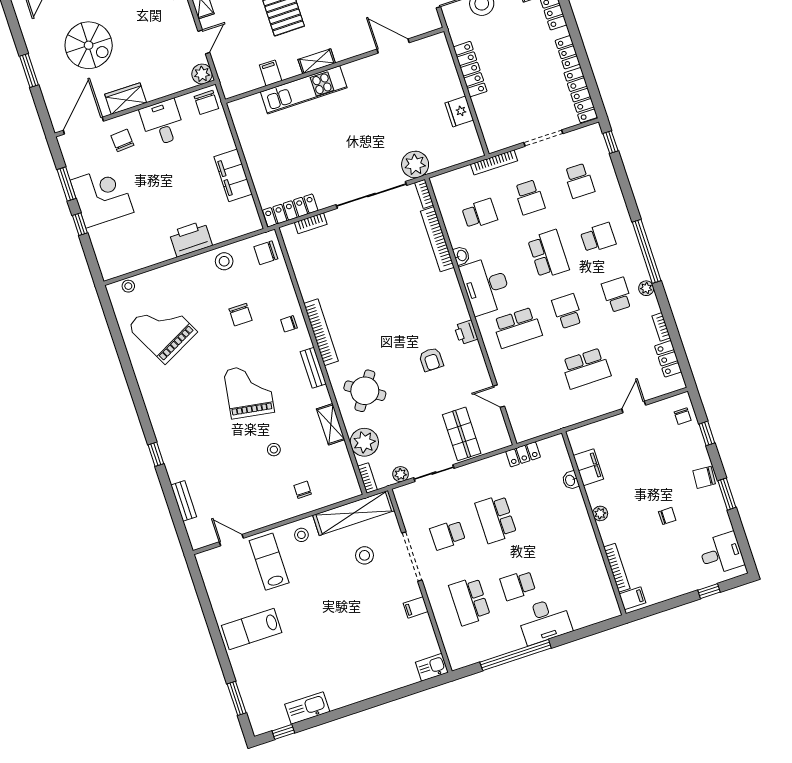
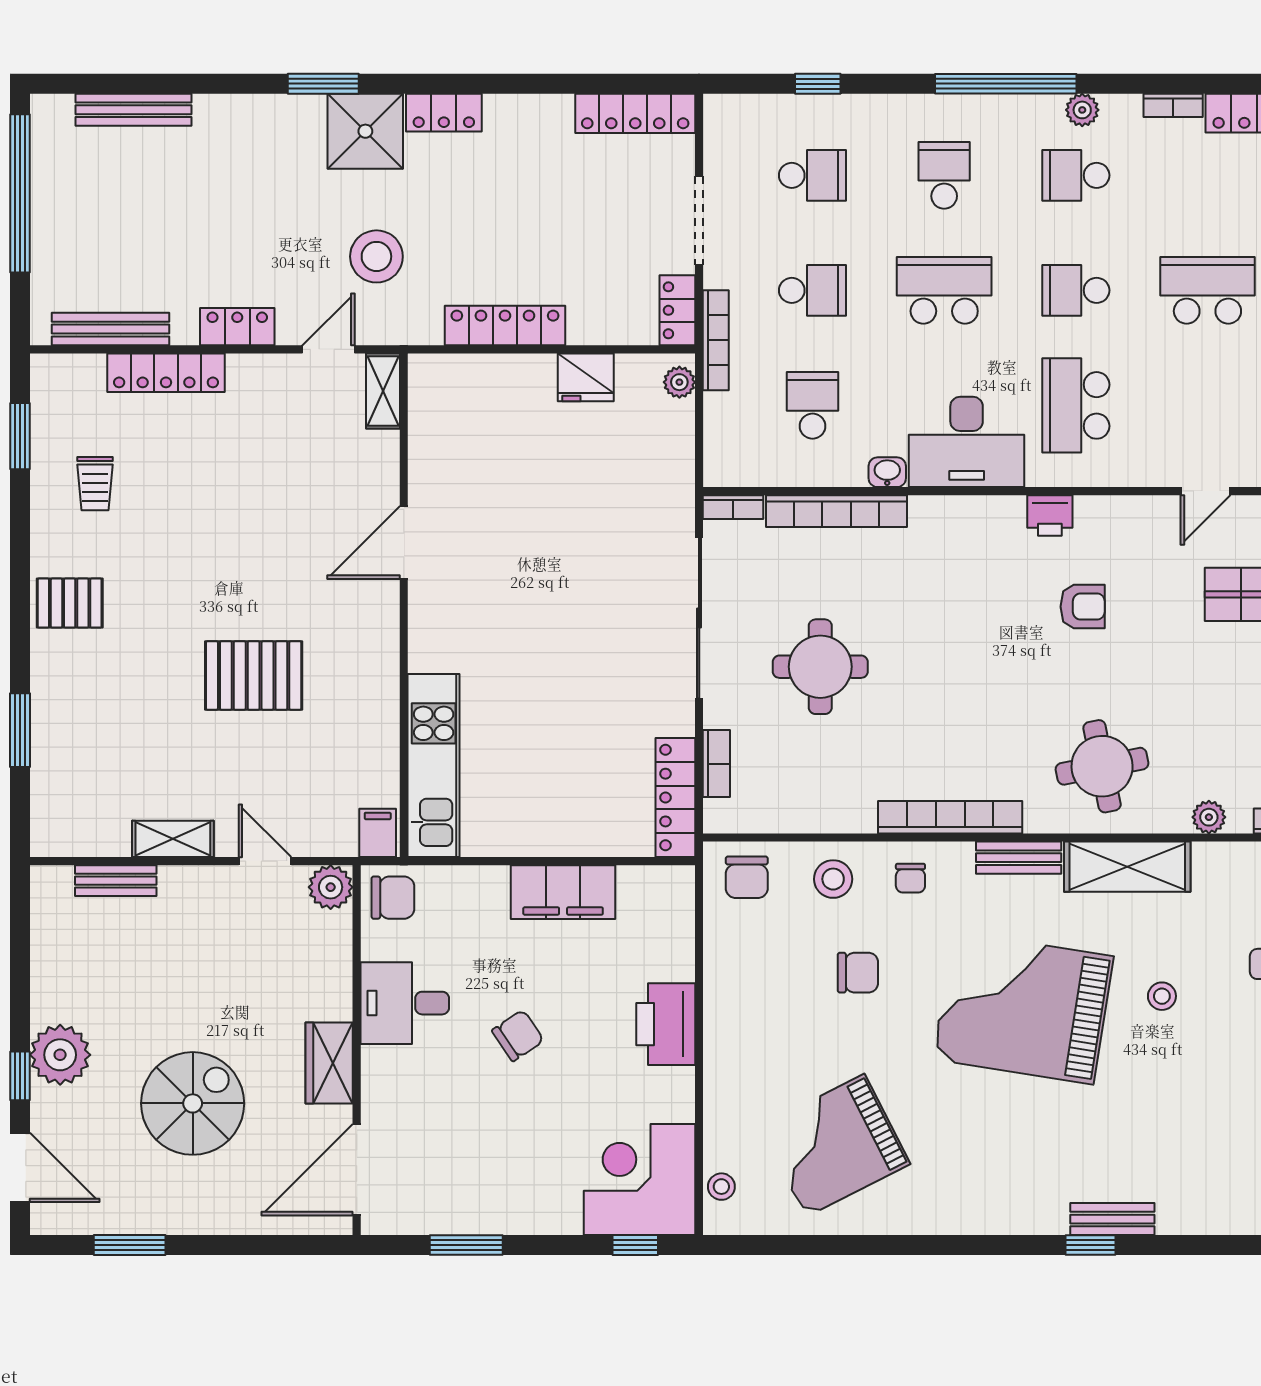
door: (393, 46) -> (404, 543), moved
locker: (568, 52) -> (677, 310), moved, turned 90
shelving: (317, 61) -> (383, 391), moved
window: (29, 71) -> (130, 1245), moved
filing cabinet: (271, 73) -> (378, 833), moved, turned 90
kitchen unit: (304, 90) -> (434, 766), moved
door: (83, 126) -> (357, 1170), hinge flipped
chair: (122, 140) -> (518, 1035), moved, turned 150
window: (611, 142) -> (818, 84), moved
plant: (415, 165) -> (679, 382), moved, width x0.53, depth x0.53
corner desk: (102, 196) -> (639, 1179), moved
window: (80, 224) -> (635, 1245), moved
round table: (368, 254) -> (820, 667), added
stool: (224, 261) -> (833, 879), moved
school desk: (517, 328) -> (1076, 405), turned 180
school desk: (586, 368) -> (1207, 290), turned -90
grand piano: (249, 391) -> (1023, 1008), width x1.37, depth x1.48
round table: (365, 391) -> (1102, 766), turned 45
shelving: (331, 424) -> (1127, 867), width x1.50, depth x1.33
plant: (364, 442) -> (1209, 817), width x0.53, depth x0.53
bench: (184, 501) -> (1112, 1219), moved

